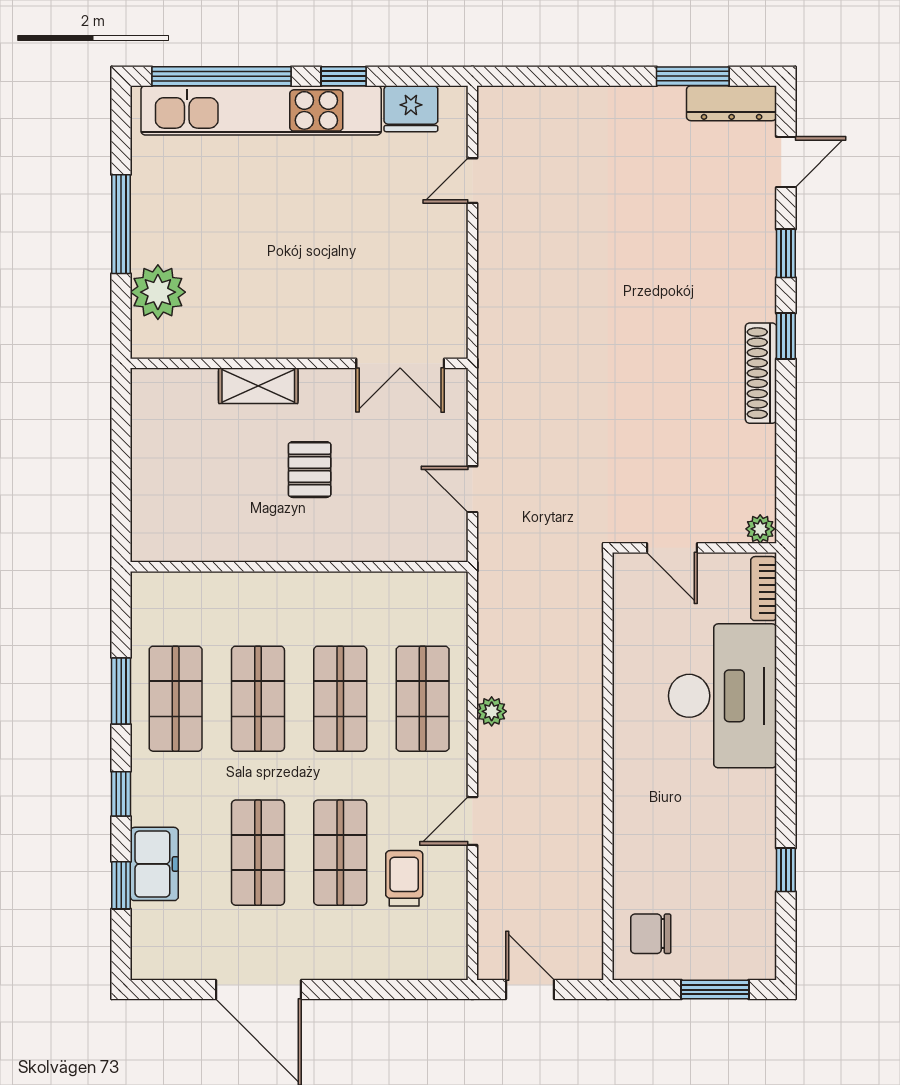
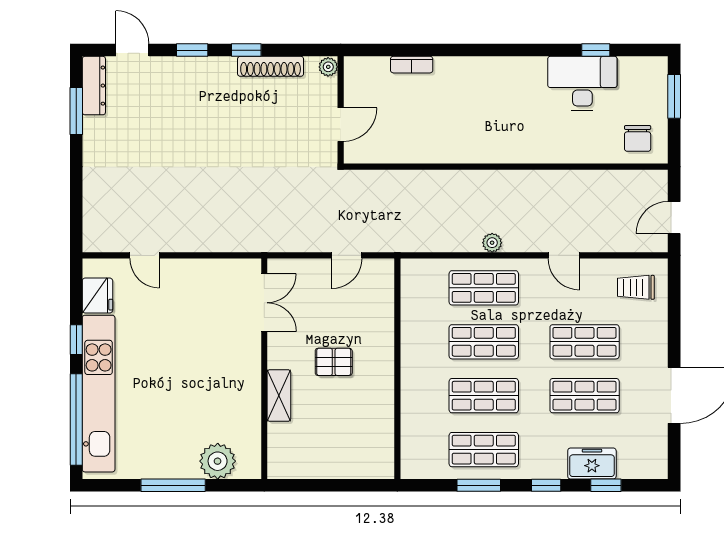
plant: (760, 529) -> (328, 67), moved
door: (672, 548) -> (341, 125), moved
wall: (694, 548) -> (341, 110), moved
desk: (723, 696) -> (582, 83), moved, width x0.73, depth x0.77
trolley: (404, 878) -> (636, 287), moved

